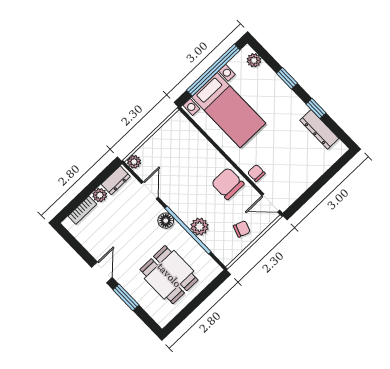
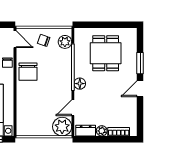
plant: (134, 162) -> (62, 127), width x1.88, depth x1.88
plant: (199, 227) -> (65, 42), moved

